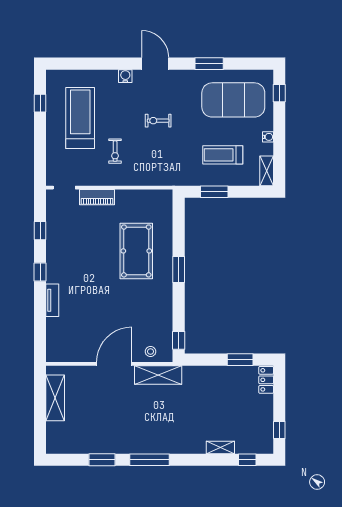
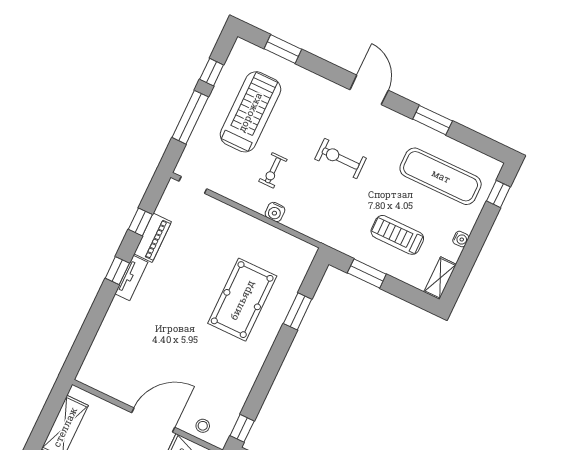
window: (82, 64) -> (283, 49), added
water cooler: (125, 76) -> (275, 212), moved, turned 180
exercise mat: (233, 100) -> (441, 176), width x0.68
exercise bike: (158, 121) -> (341, 159), width x1.38, depth x1.39
window: (40, 141) -> (190, 117), added
piano: (97, 197) -> (153, 238), moved, turned -90
window: (179, 269) -> (298, 311), moved
tv unit: (52, 300) -> (131, 278), moved

